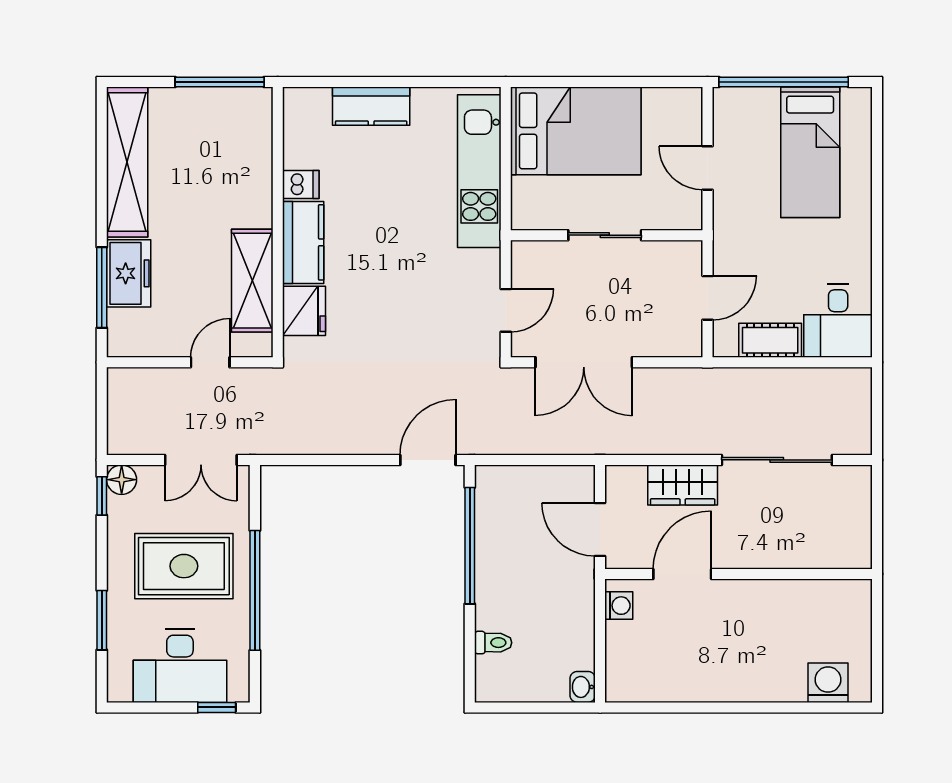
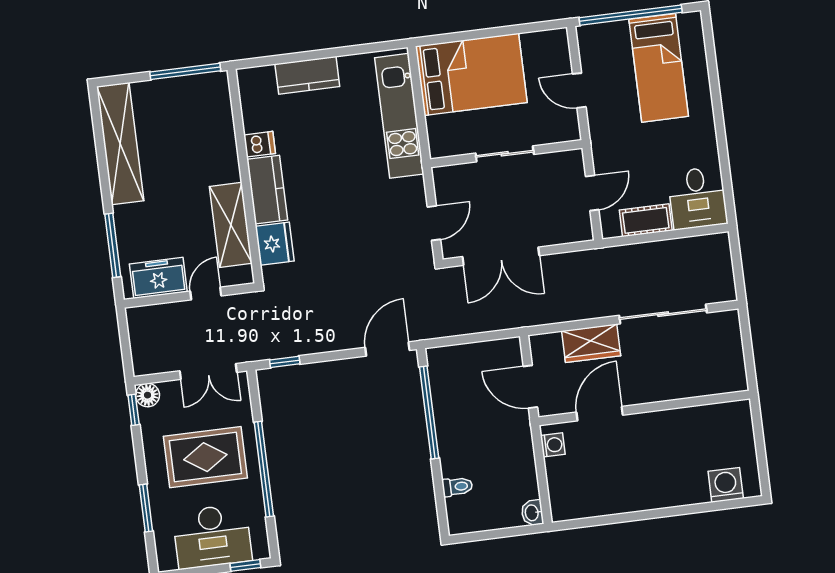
freezer: (129, 273) -> (158, 278), moved, turned -90
window: (298, 460) -> (285, 362), added

